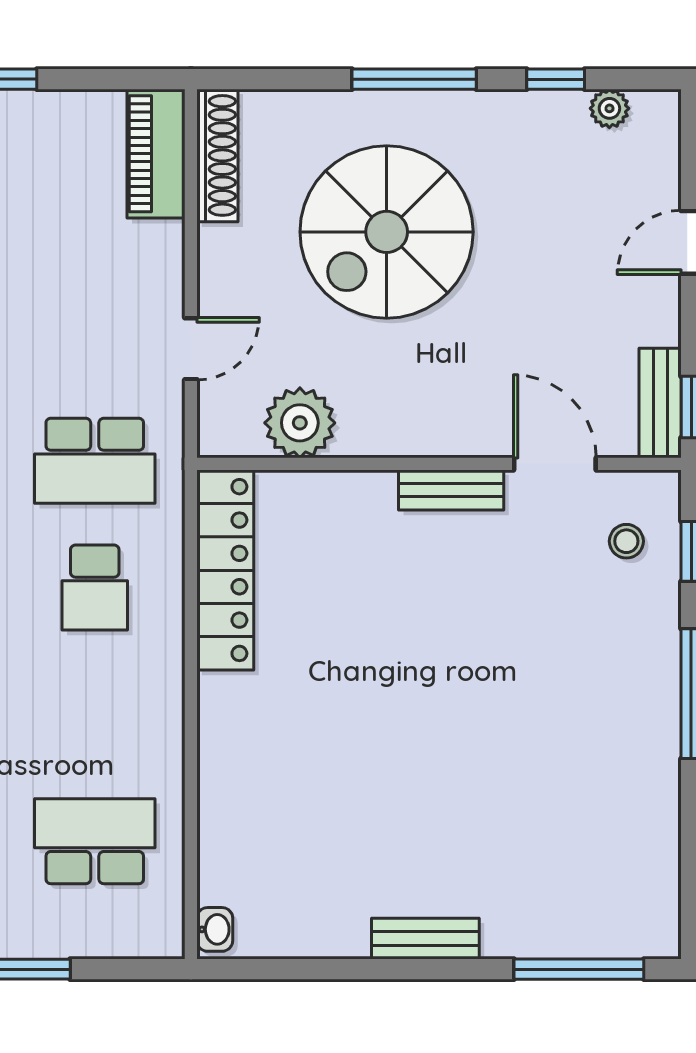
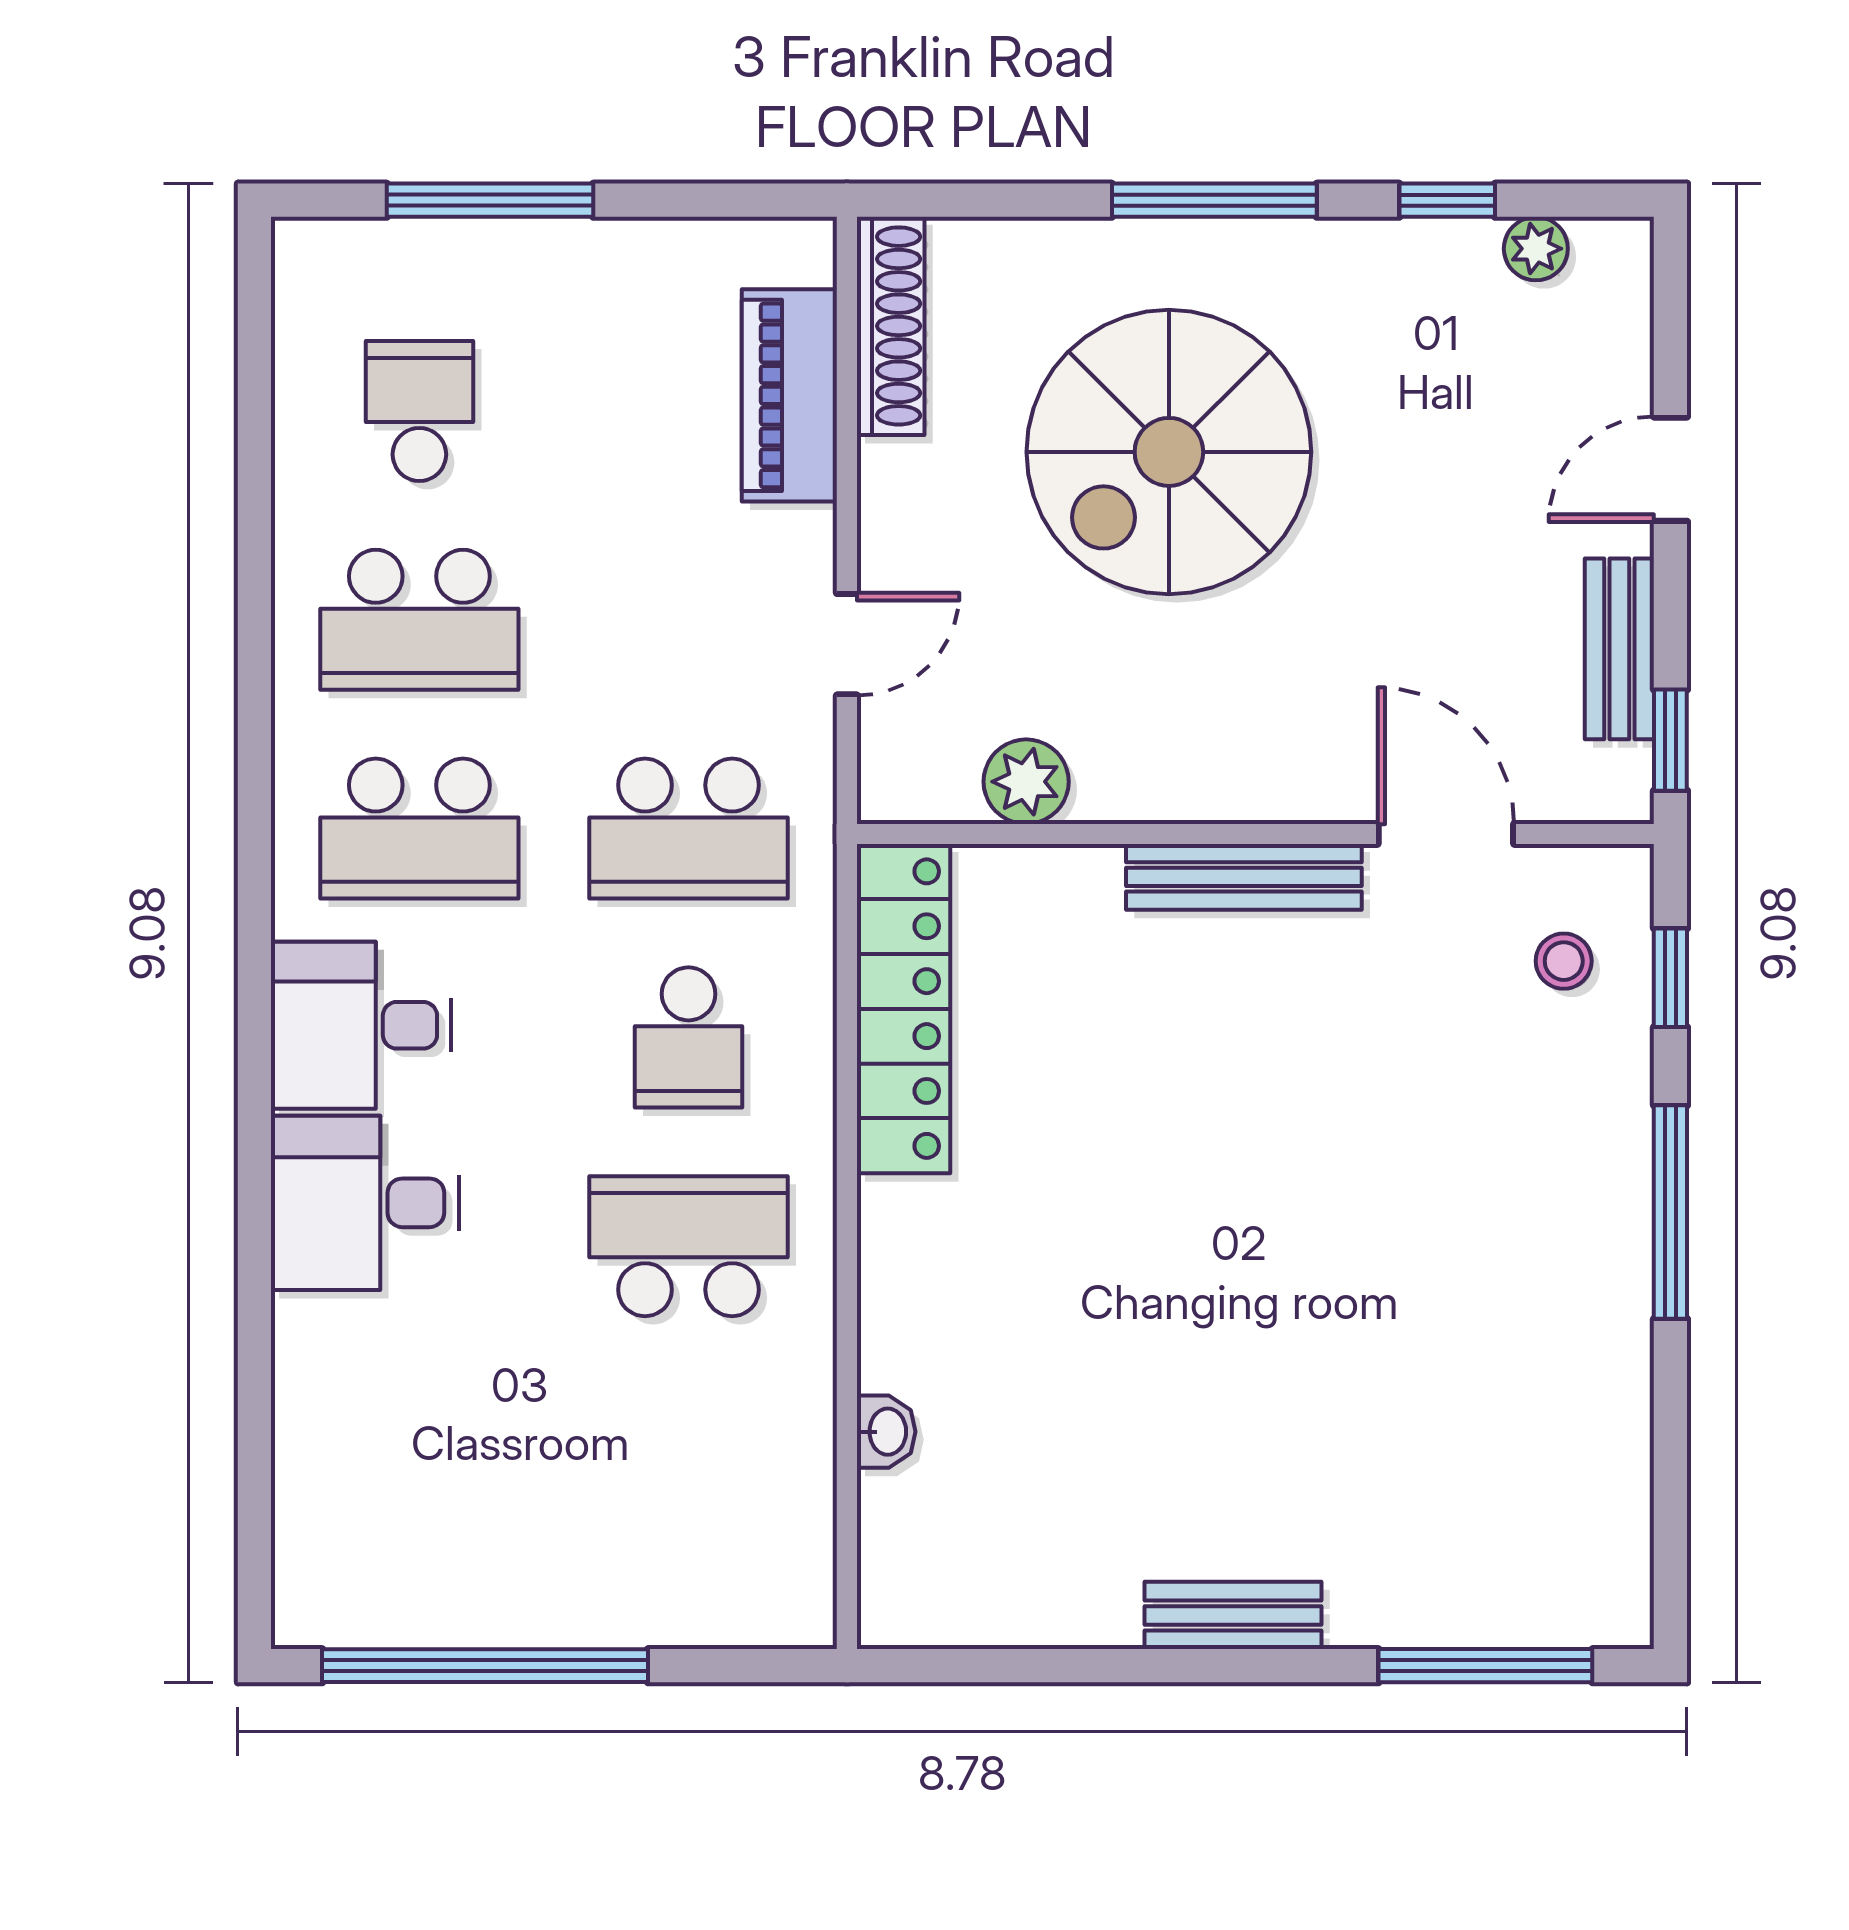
piano: (156, 154) -> (789, 395), moved
bench: (660, 403) -> (1619, 649), moved
plant: (300, 423) -> (1026, 782), width x0.73, depth x0.73
bench: (451, 490) -> (1244, 877), width x1.36
school desk: (95, 841) -> (689, 1246), moved
washbasin: (215, 929) -> (886, 1432), moved

